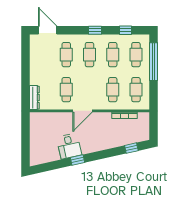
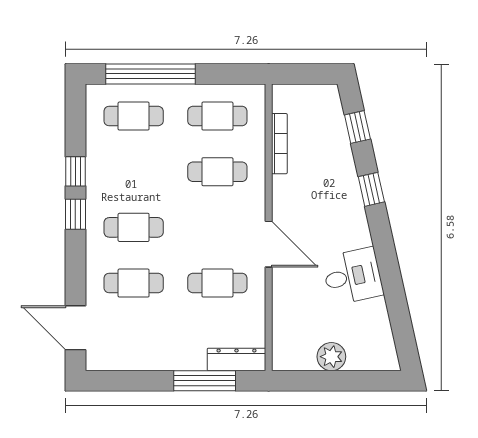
door: (48, 30) -> (75, 328), hinge flipped
window: (126, 30) -> (75, 171), moved
cafe table: (113, 55) -> (134, 172), removed
window: (25, 84) -> (205, 381), added
plant: (36, 137) -> (331, 357), added
window: (78, 160) -> (371, 189), moved

